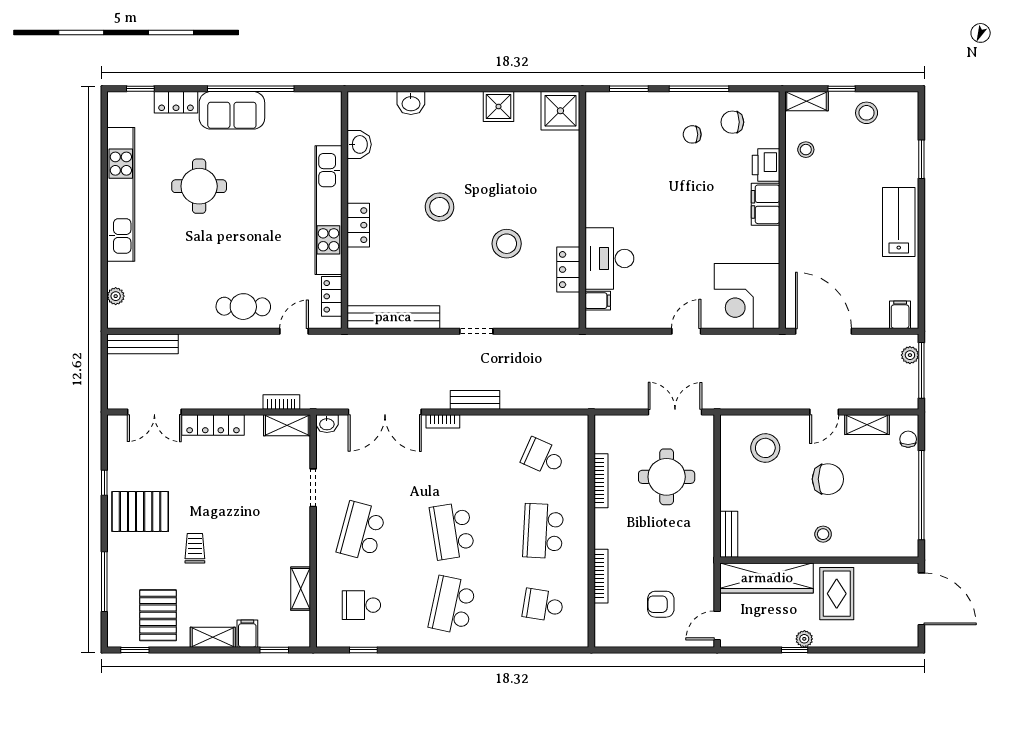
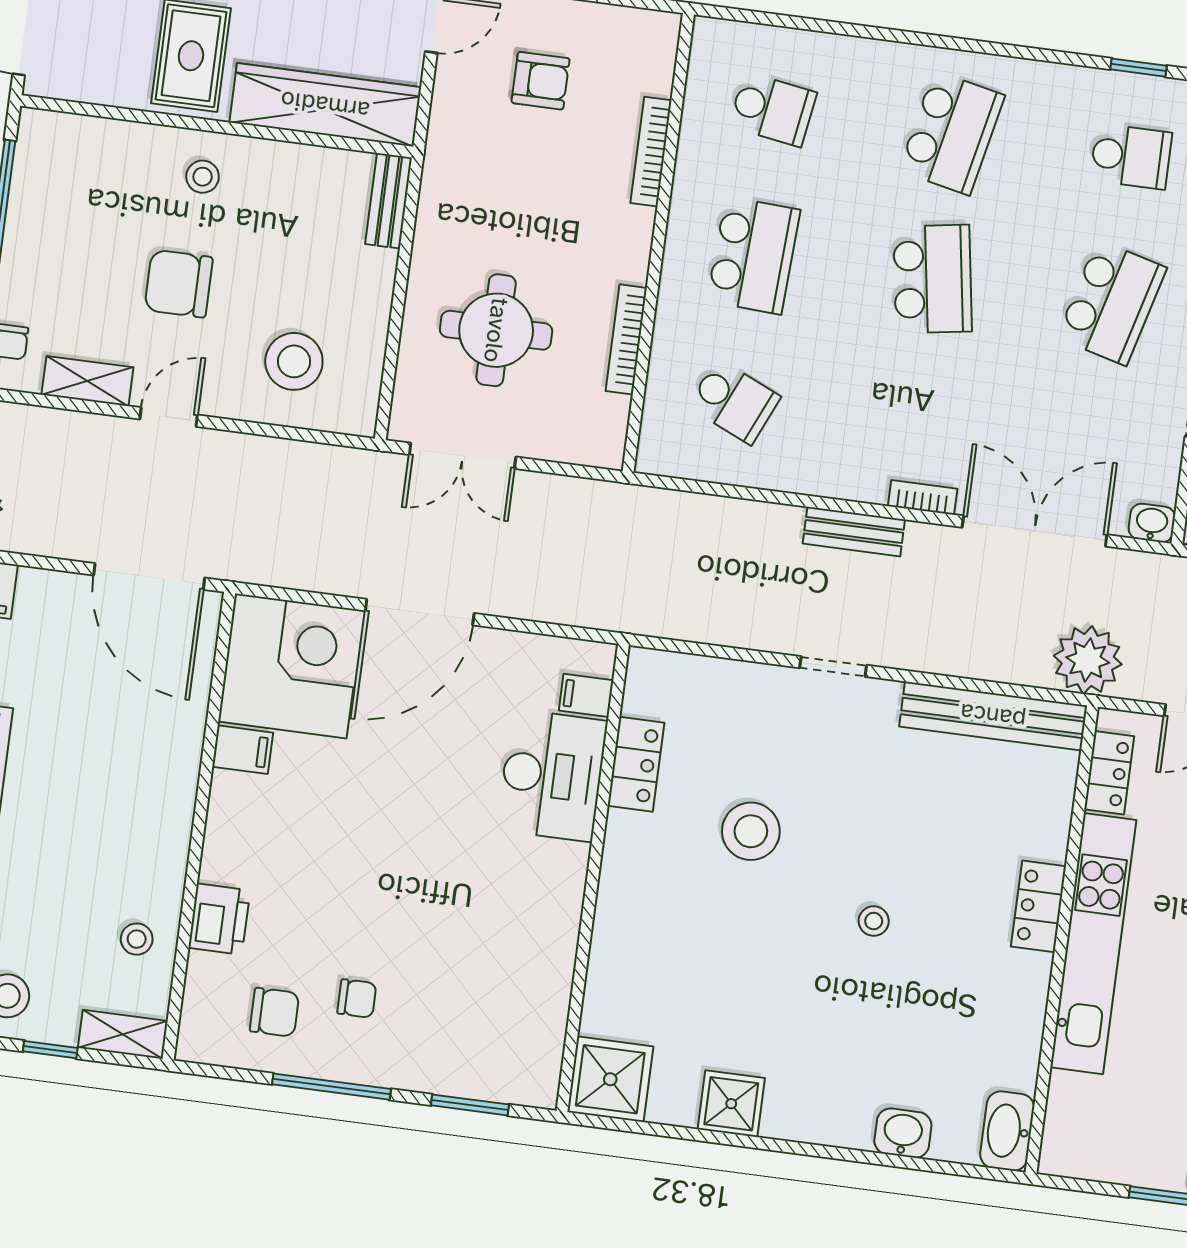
washbasin: (359, 144) -> (1007, 1131), moved, width x1.38
filing cabinet: (765, 204) -> (243, 750), moved, width x0.50
stool: (439, 207) -> (874, 921), width x0.53, depth x0.53
door: (686, 331) -> (420, 612), width x1.87
plant: (350, 351) -> (1088, 660), added

